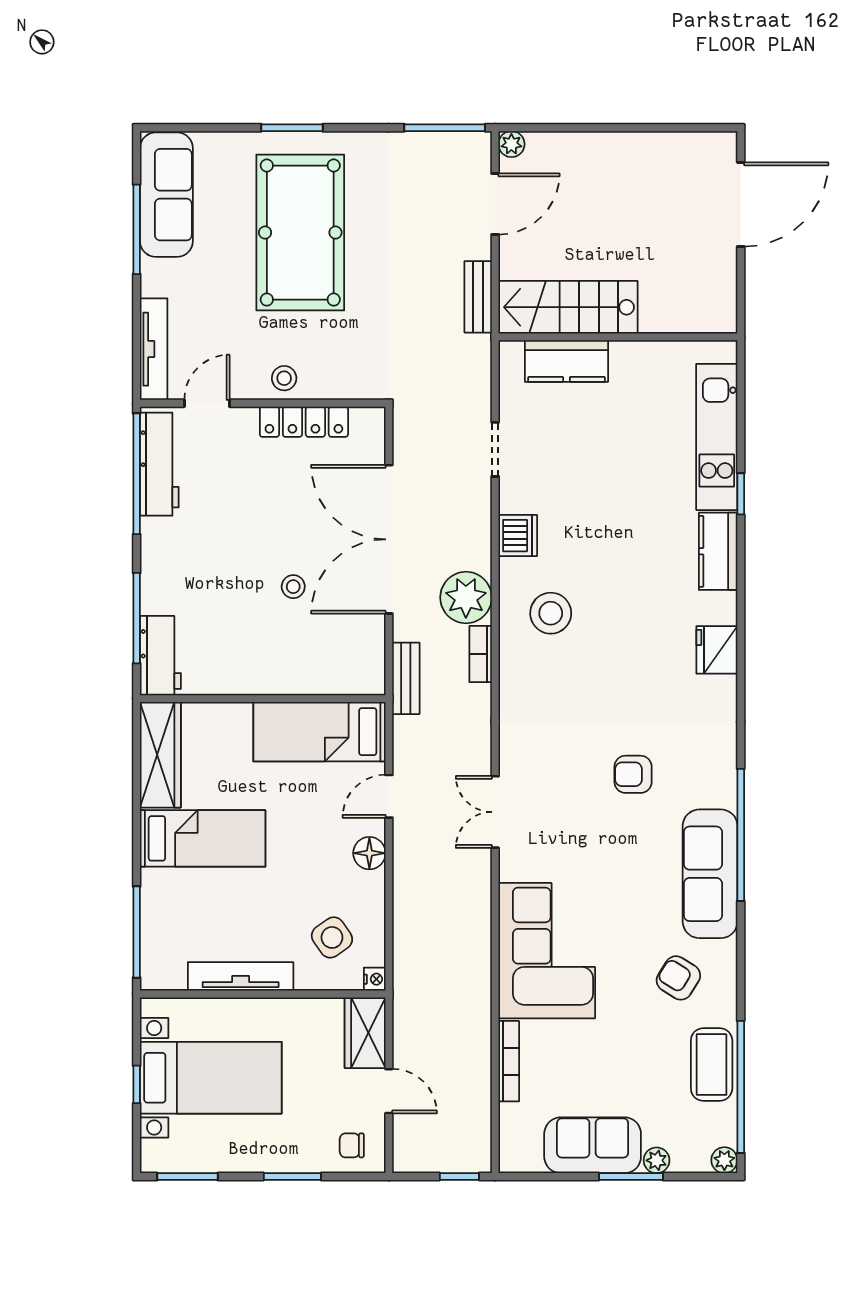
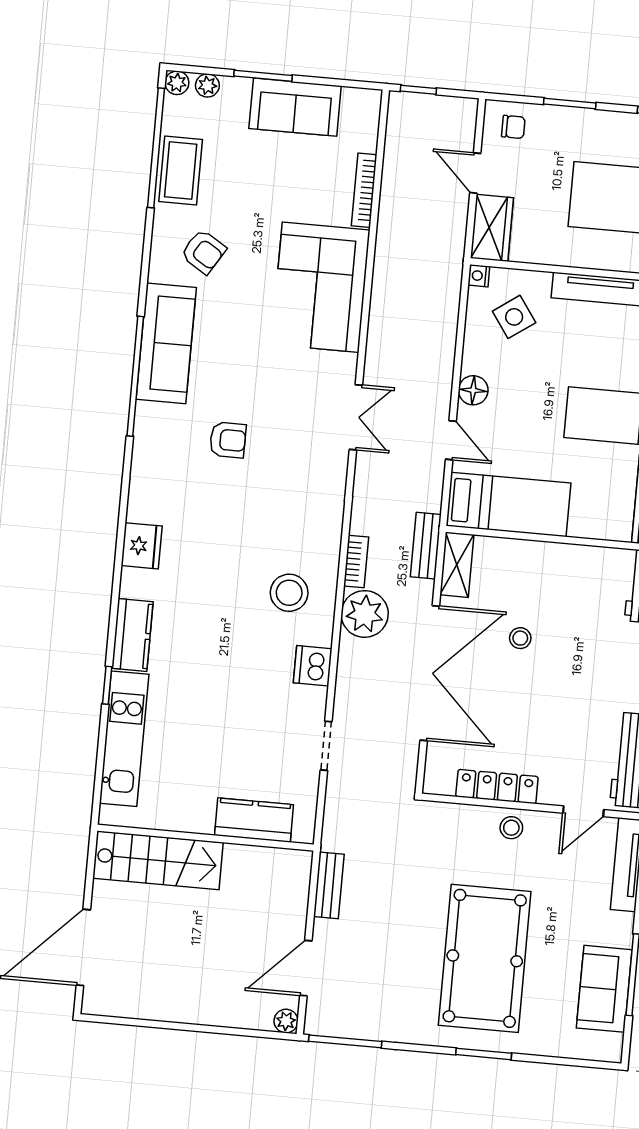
sofa: (166, 195) -> (604, 989), width x0.73
stairs: (568, 307) -> (158, 860), moved
shelving: (370, 661) -> (457, 565), added
door: (389, 796) -> (451, 440), hinge flipped
plant: (657, 1160) -> (207, 85), moved

